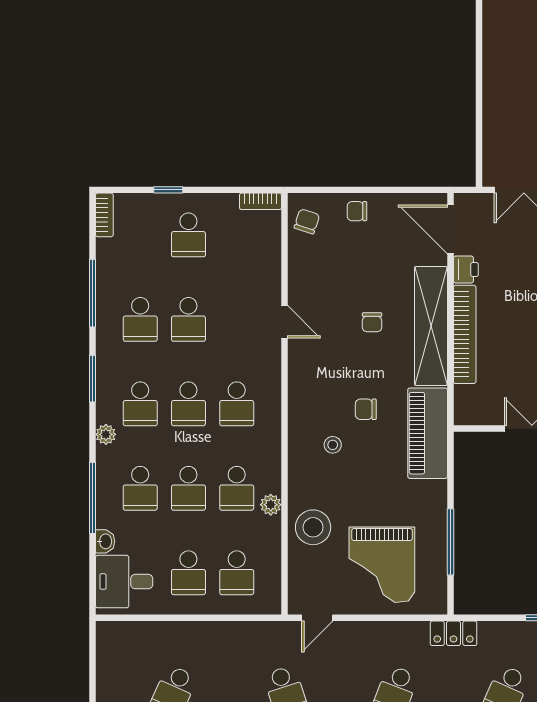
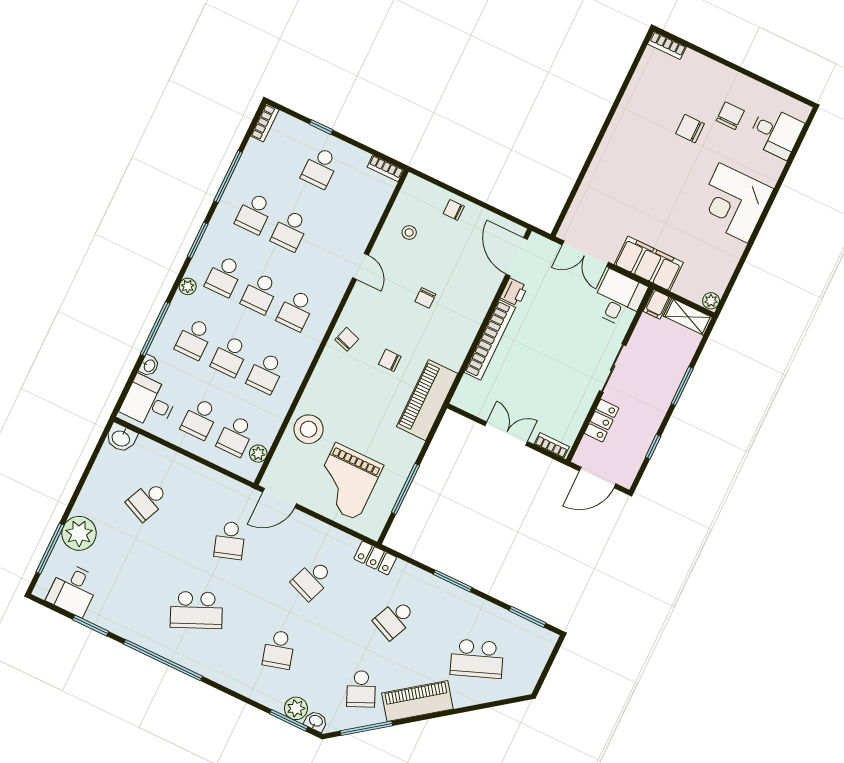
chair: (307, 221) -> (347, 339), moved
shelving: (431, 326) -> (468, 322), removed
stool: (333, 445) -> (409, 232), moved
plant: (271, 505) -> (258, 454), moved
door: (317, 618) -> (279, 498), width x1.38
washbasin: (112, 635) -> (121, 438), added

